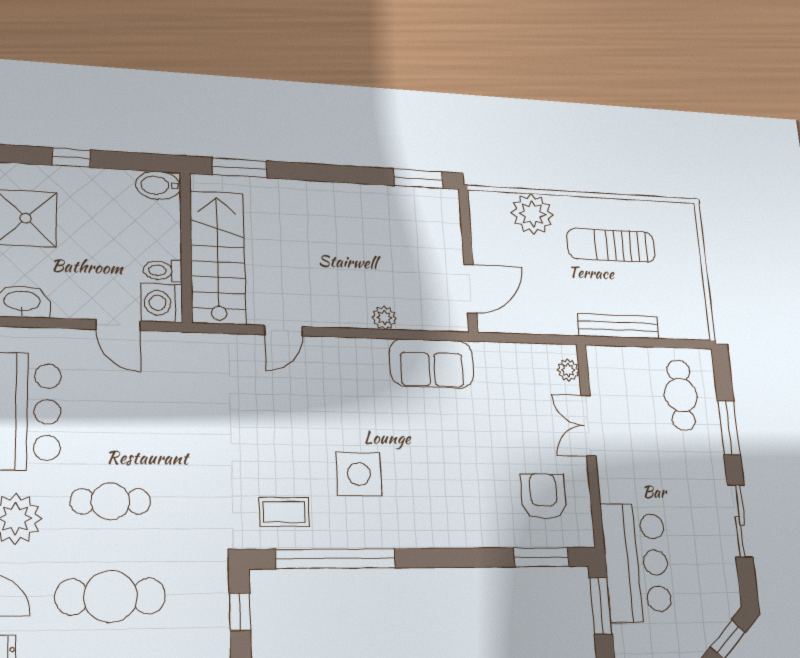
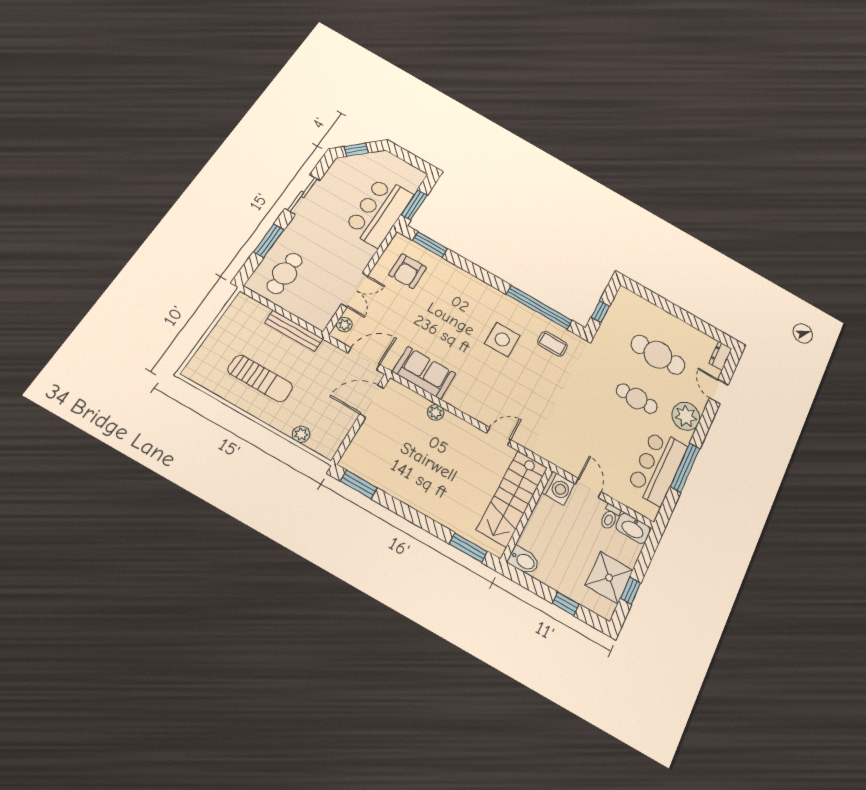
plant: (532, 214) -> (301, 434), width x0.53, depth x0.53
toilet: (163, 271) -> (610, 517), moved, turned 90
door: (516, 338) -> (364, 359), added

